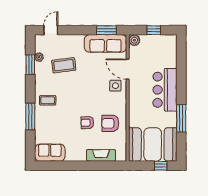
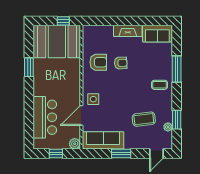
window: (106, 30) -> (121, 153), moved
door: (128, 69) -> (81, 115), swing flipped
bar counter: (165, 90) -> (45, 117), moved
window: (181, 118) -> (29, 67), width x0.69
fireplace: (101, 155) -> (128, 31), moved
window: (161, 166) -> (63, 21), moved

